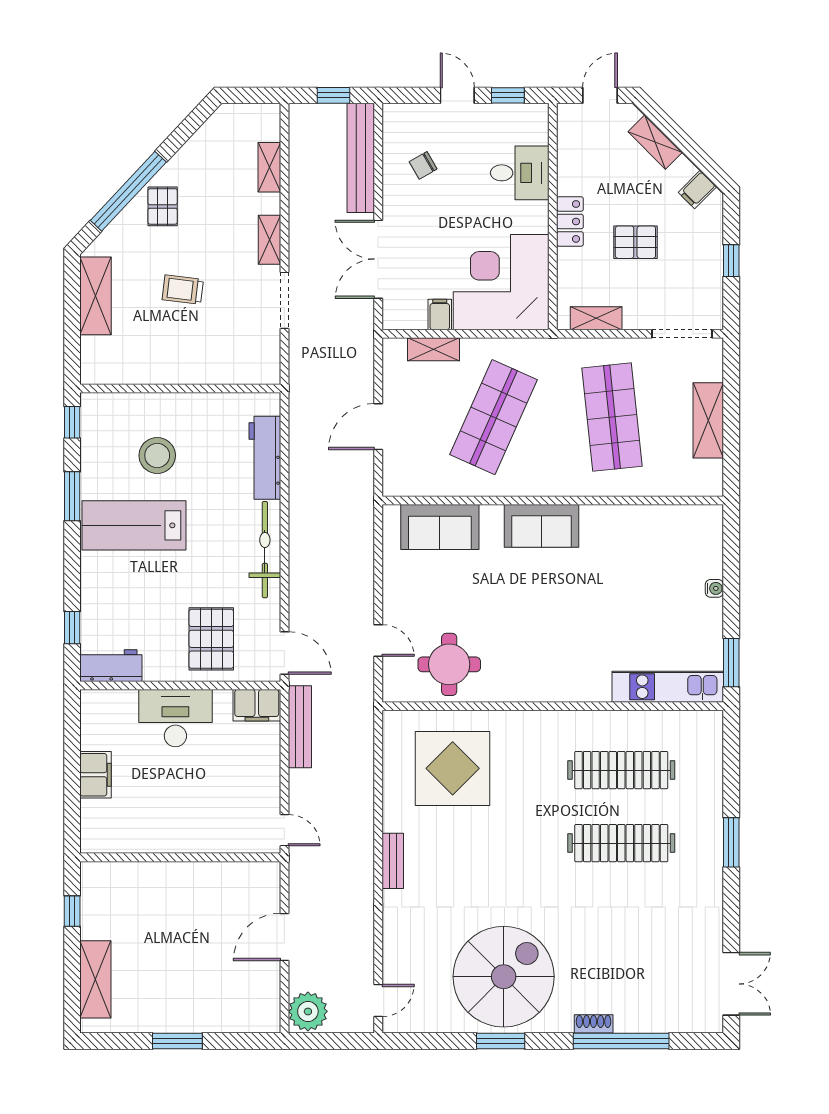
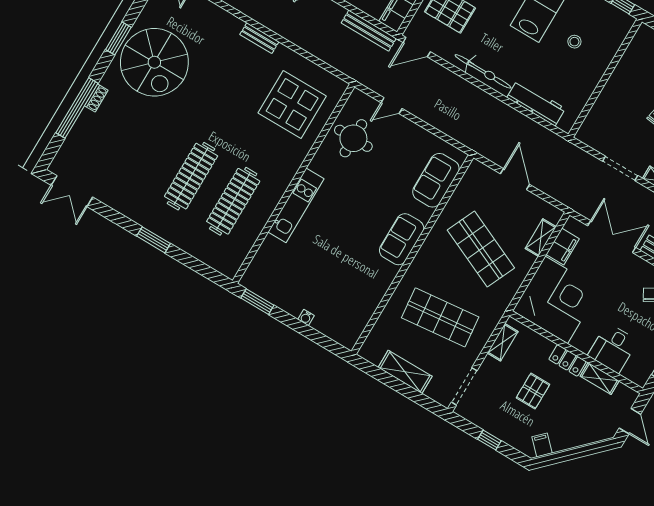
shelving: (655, 142) -> (600, 378), moved, turned 45
filing cabinet: (440, 314) -> (563, 247), width x2.00
stool: (157, 455) -> (574, 42), width x0.53, depth x0.53
kitchen unit: (668, 687) -> (296, 205), moved

